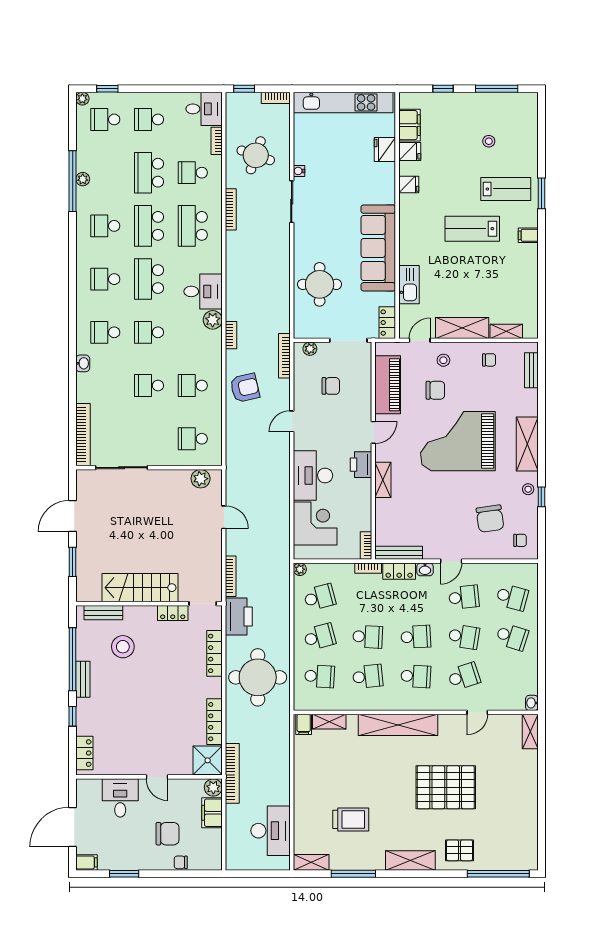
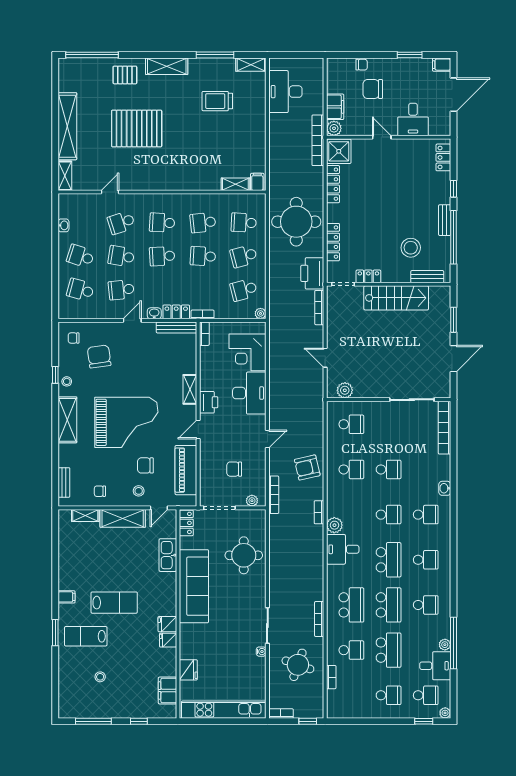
desk: (204, 109) -> (435, 666), moved, turned 180
fridge: (410, 152) -> (167, 624), moved
washbasin: (532, 703) -> (64, 225), moved
shelving: (398, 725) -> (67, 126), moved, turned 90

